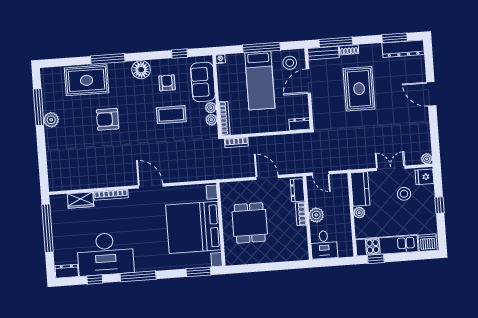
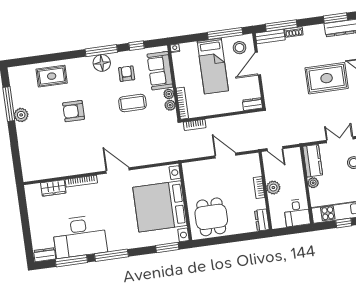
window: (261, 48) -> (225, 33), moved
window: (108, 59) -> (101, 51), moved
rug: (87, 80) -> (52, 76), width x0.73, depth x0.70
rug: (359, 89) -> (327, 78), moved, turned 90
dresser: (297, 190) -> (262, 220), moved
dining table: (250, 223) -> (211, 217), moved
window: (47, 228) -> (24, 216), removed
desk: (324, 245) -> (297, 213), moved
window: (376, 259) -> (344, 223), moved
window: (95, 280) -> (71, 261), width x2.17

